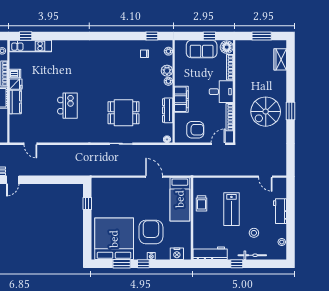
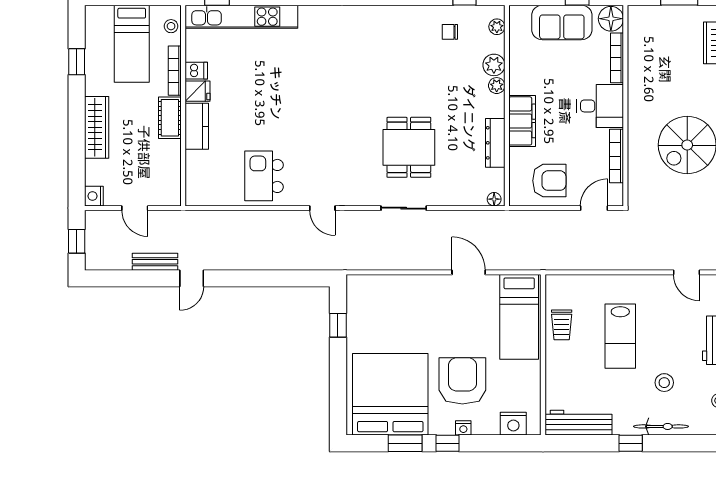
kitchen unit: (30, 46) -> (241, 17), width x1.36
kitchen island: (67, 106) -> (264, 176), moved, turned 180
dining table: (124, 113) -> (409, 147), turned 90
door: (30, 144) -> (322, 208), moved

